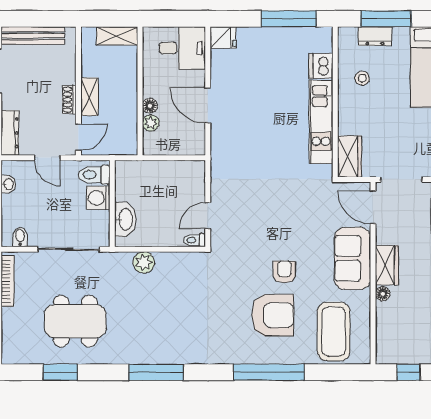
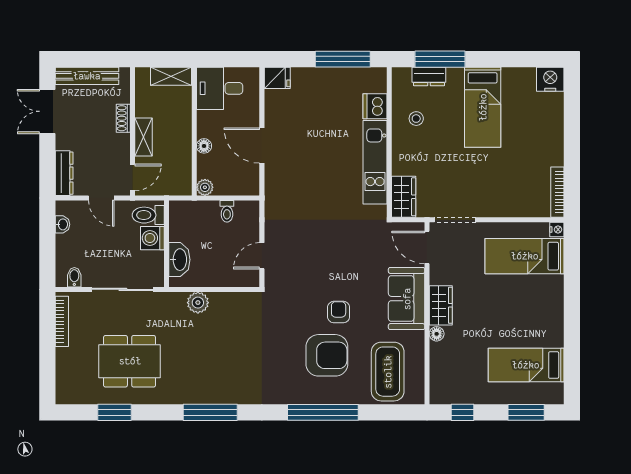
desk: (182, 48) -> (220, 88), moved, turned 180
shoe rack: (69, 100) -> (123, 118), moved
plant: (151, 123) -> (205, 187), moved
toilet: (194, 240) -> (227, 211), moved, turned -90

